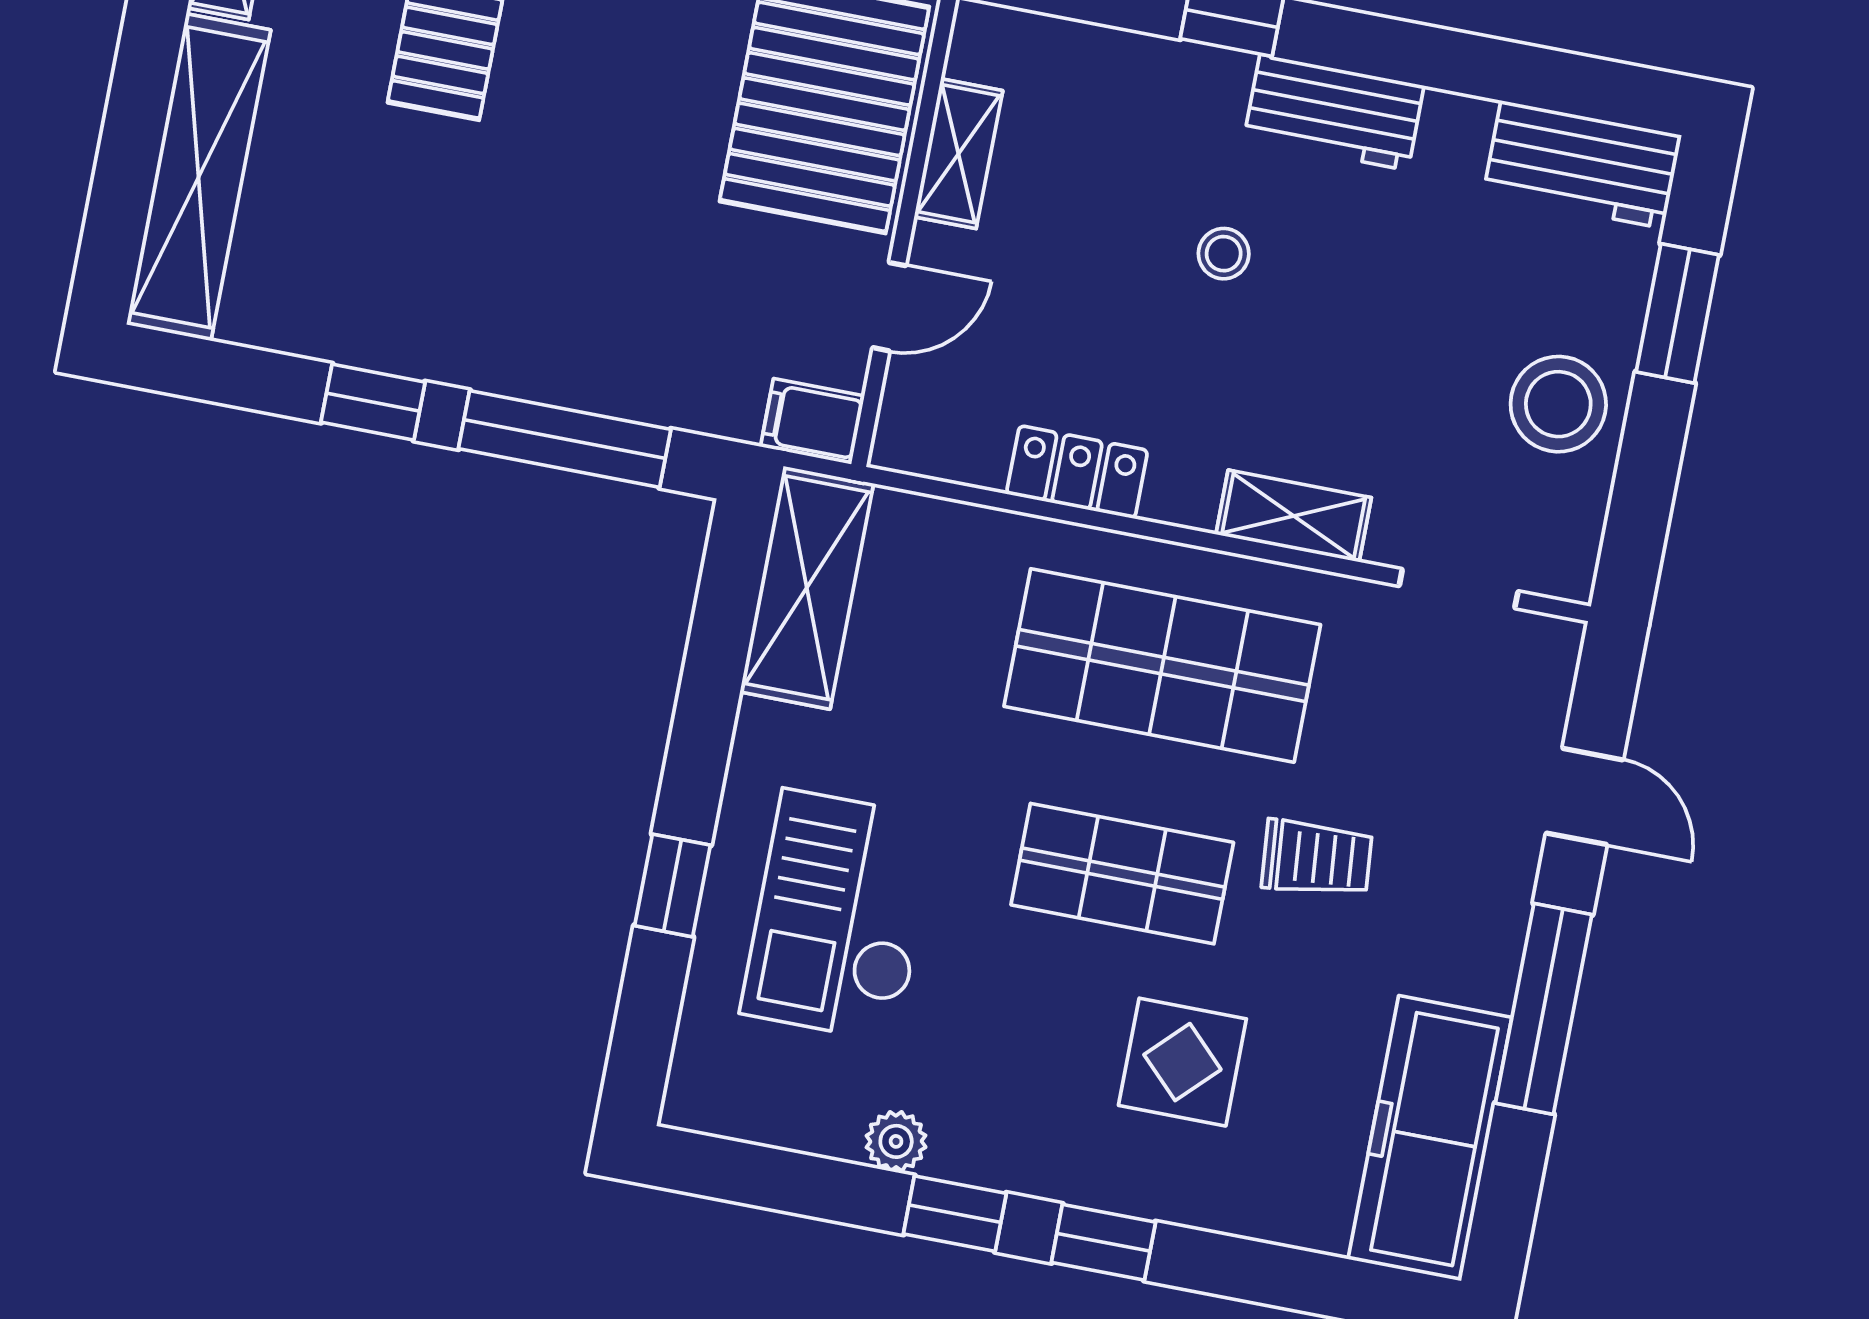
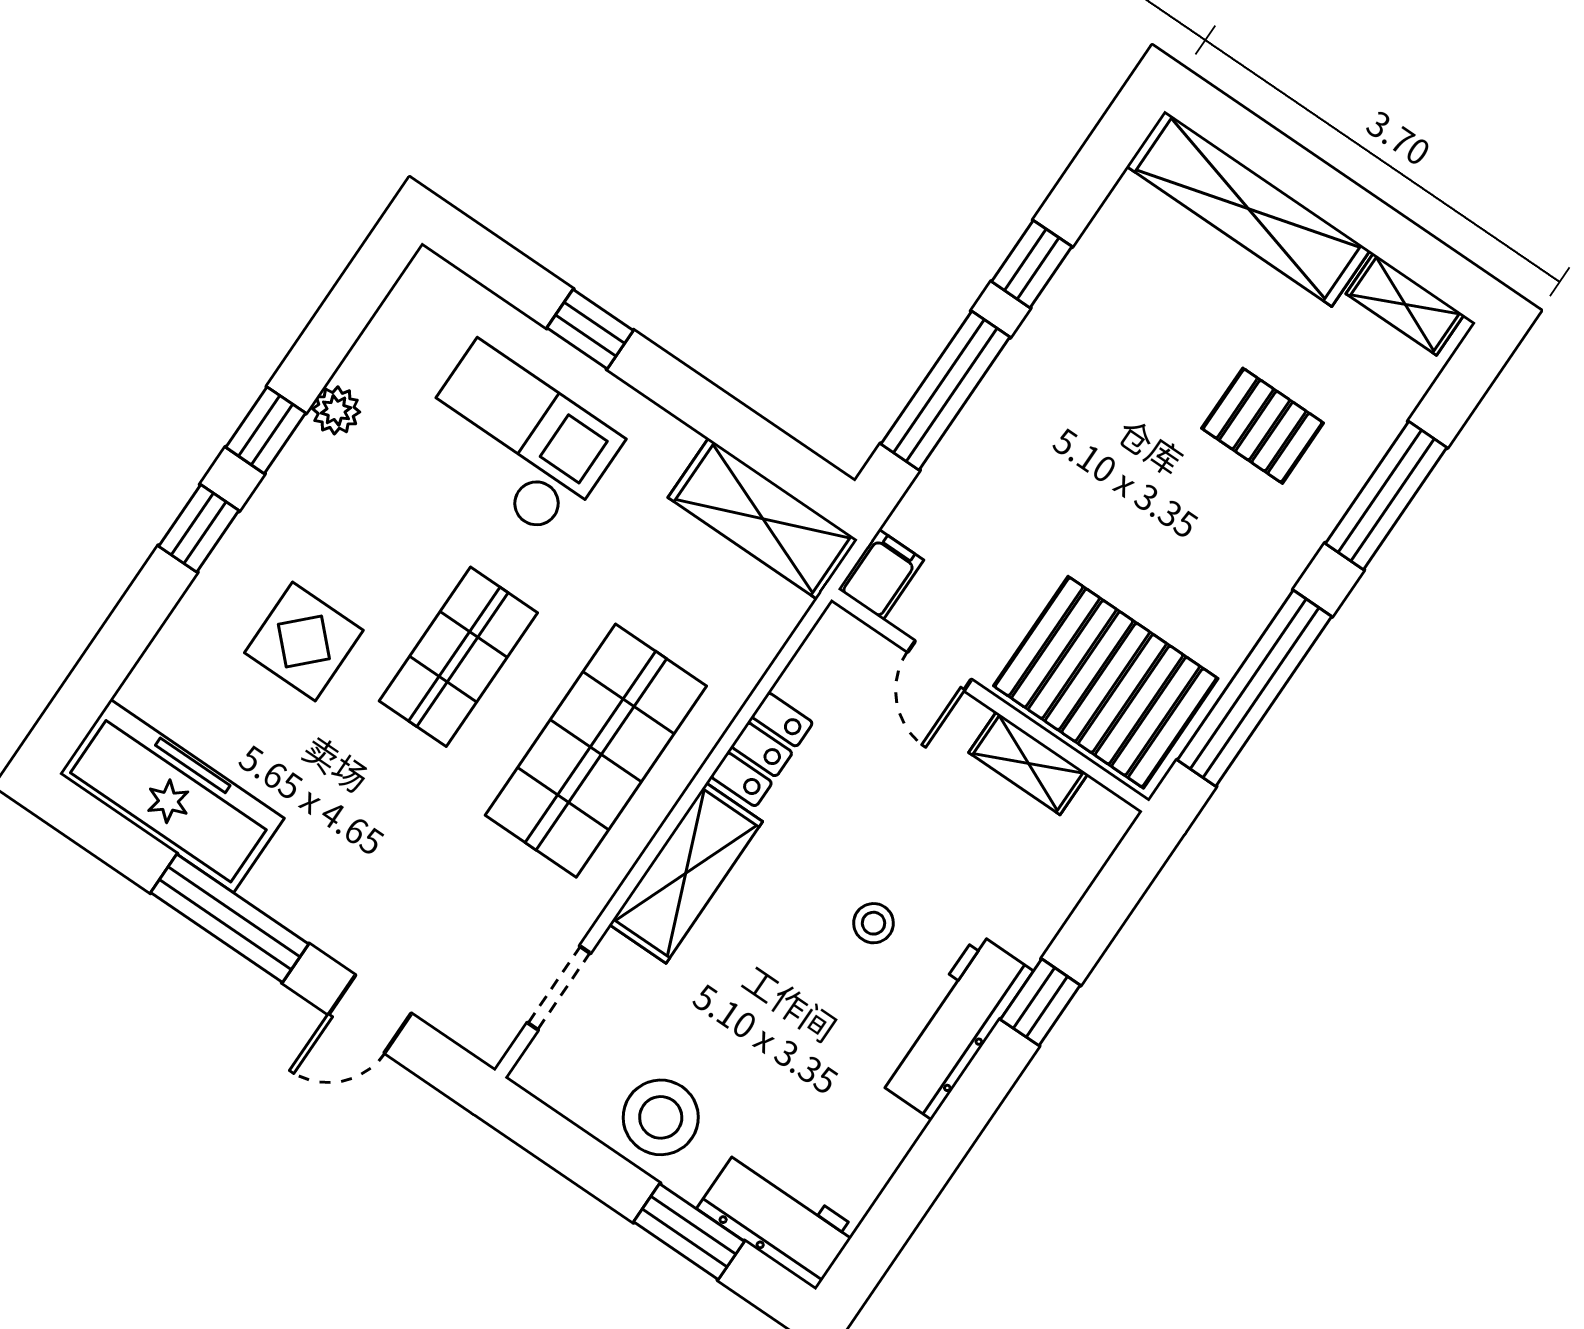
workbench: (1334, 112) -> (955, 1026), width x1.38
workbench: (1582, 165) -> (777, 1219), moved, turned 90
shelving: (1294, 516) -> (686, 873), width x1.50, depth x1.33
trolley: (1317, 858) -> (409, 802), removed

